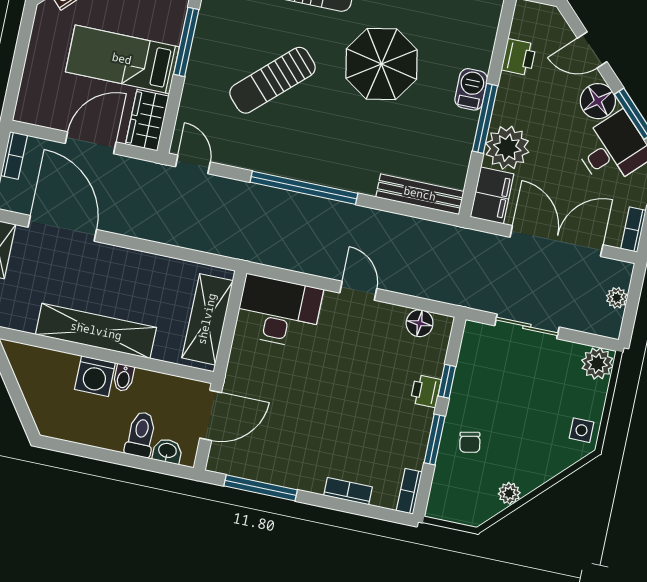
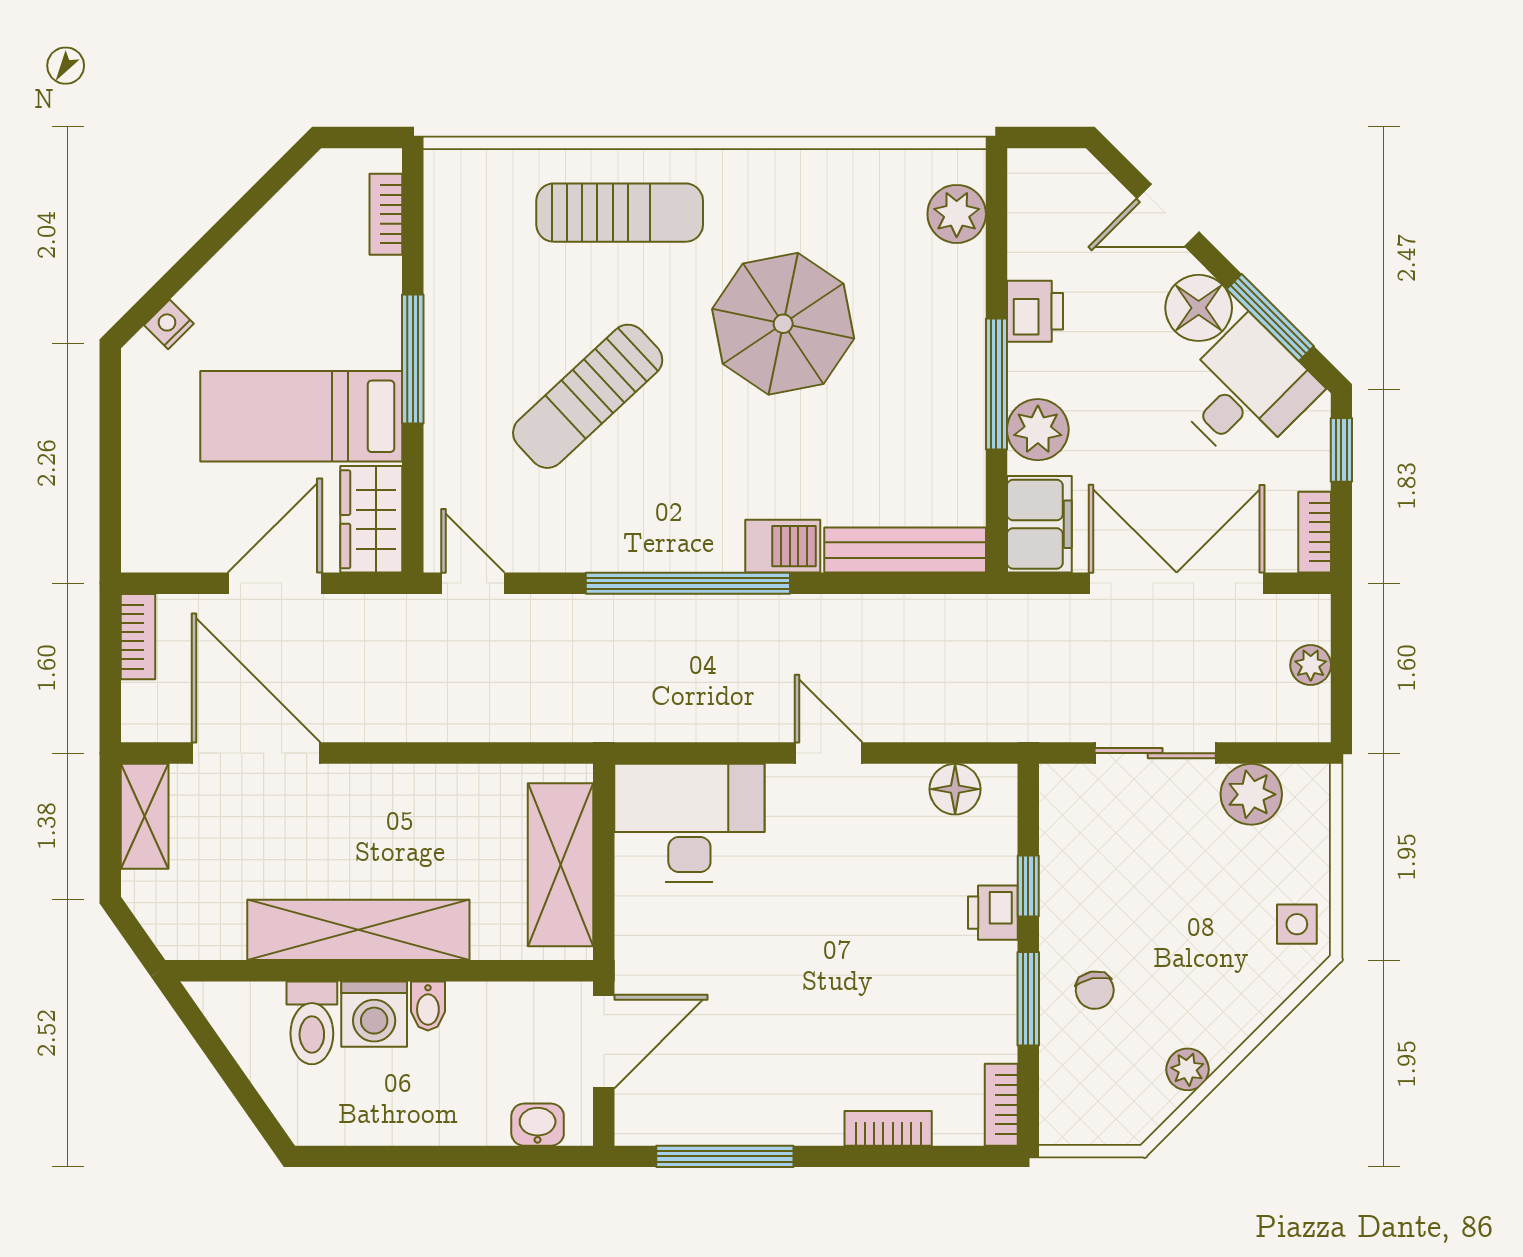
plant: (483, 26) -> (957, 214), added
printer: (519, 57) -> (1035, 311), moved
barbecue: (471, 89) -> (783, 546), moved, turned 90
plant: (507, 148) -> (1038, 430), width x0.73, depth x0.73
plant: (597, 363) -> (1251, 794), moved
toilet: (141, 434) -> (312, 1023), moved, turned 180

